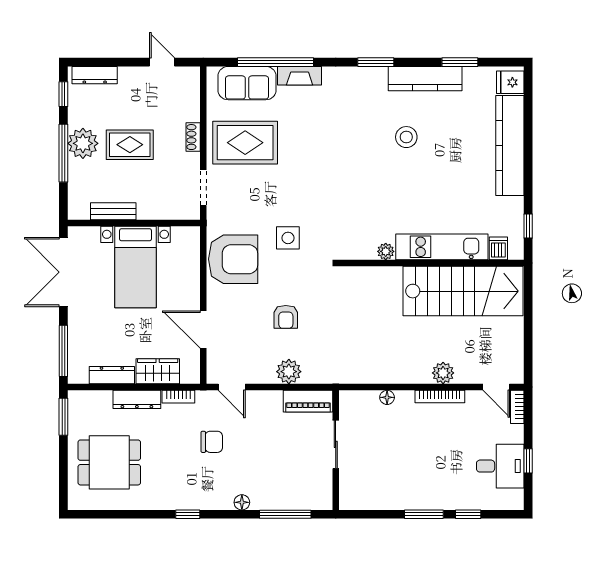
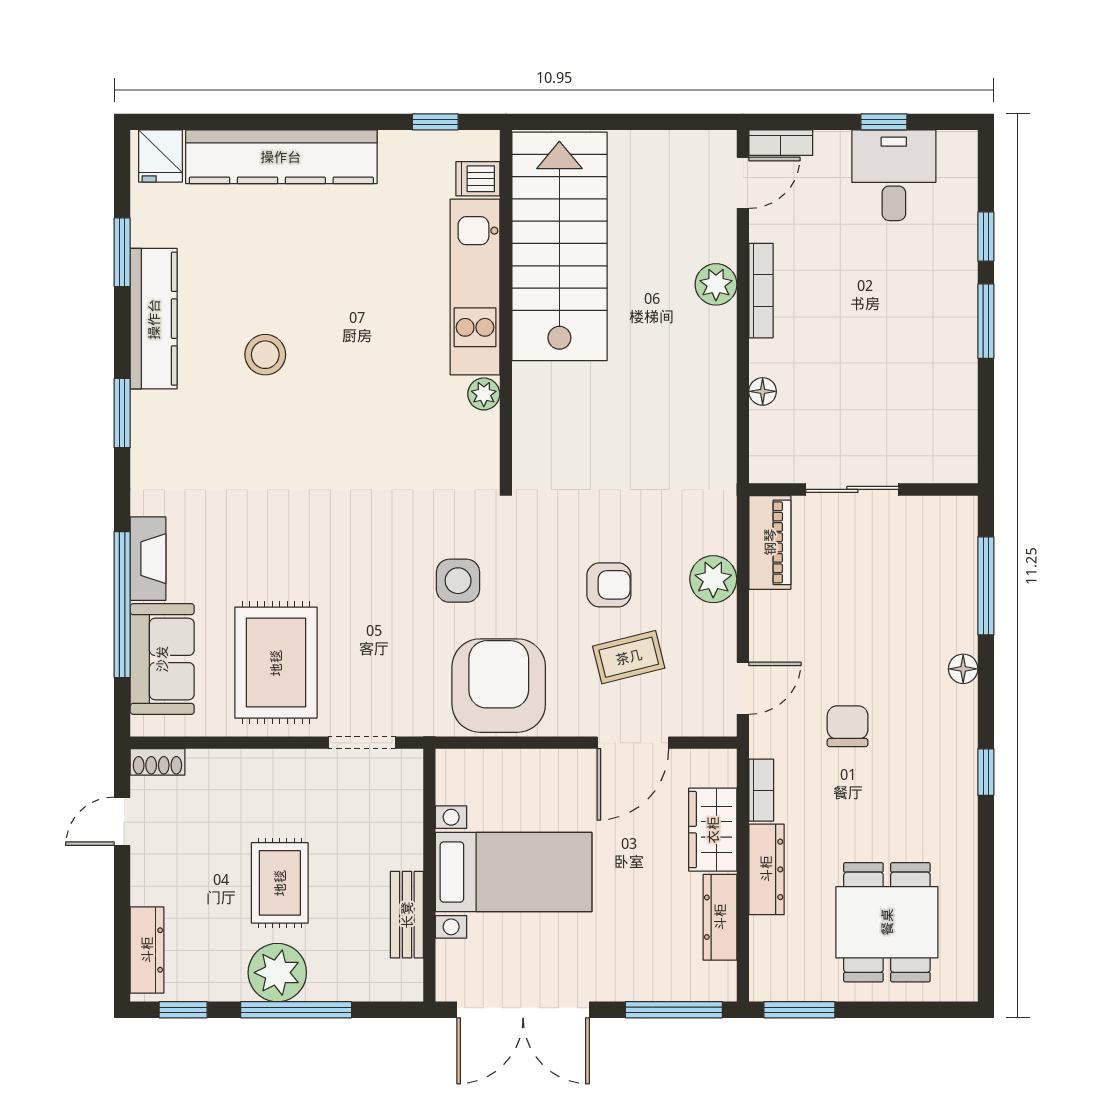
shoe rack: (193, 137) -> (157, 762), moved
coffee table: (248, 327) -> (629, 657), added

